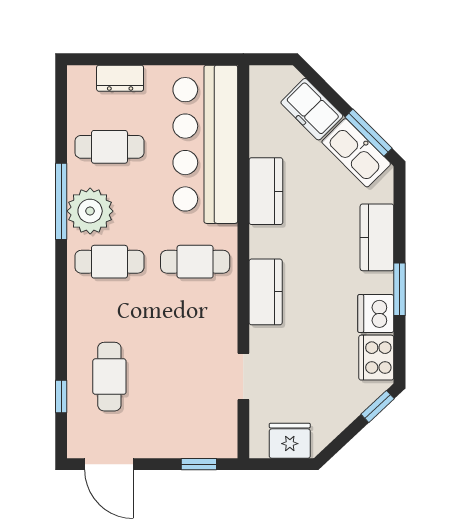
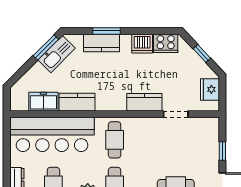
freezer: (312, 109) -> (43, 102), moved, turned -135
window: (400, 289) -> (106, 31), moved
kitchen counter: (266, 292) -> (144, 102), moved
window: (378, 406) -> (202, 54), moved
window: (199, 464) -> (222, 151), moved

